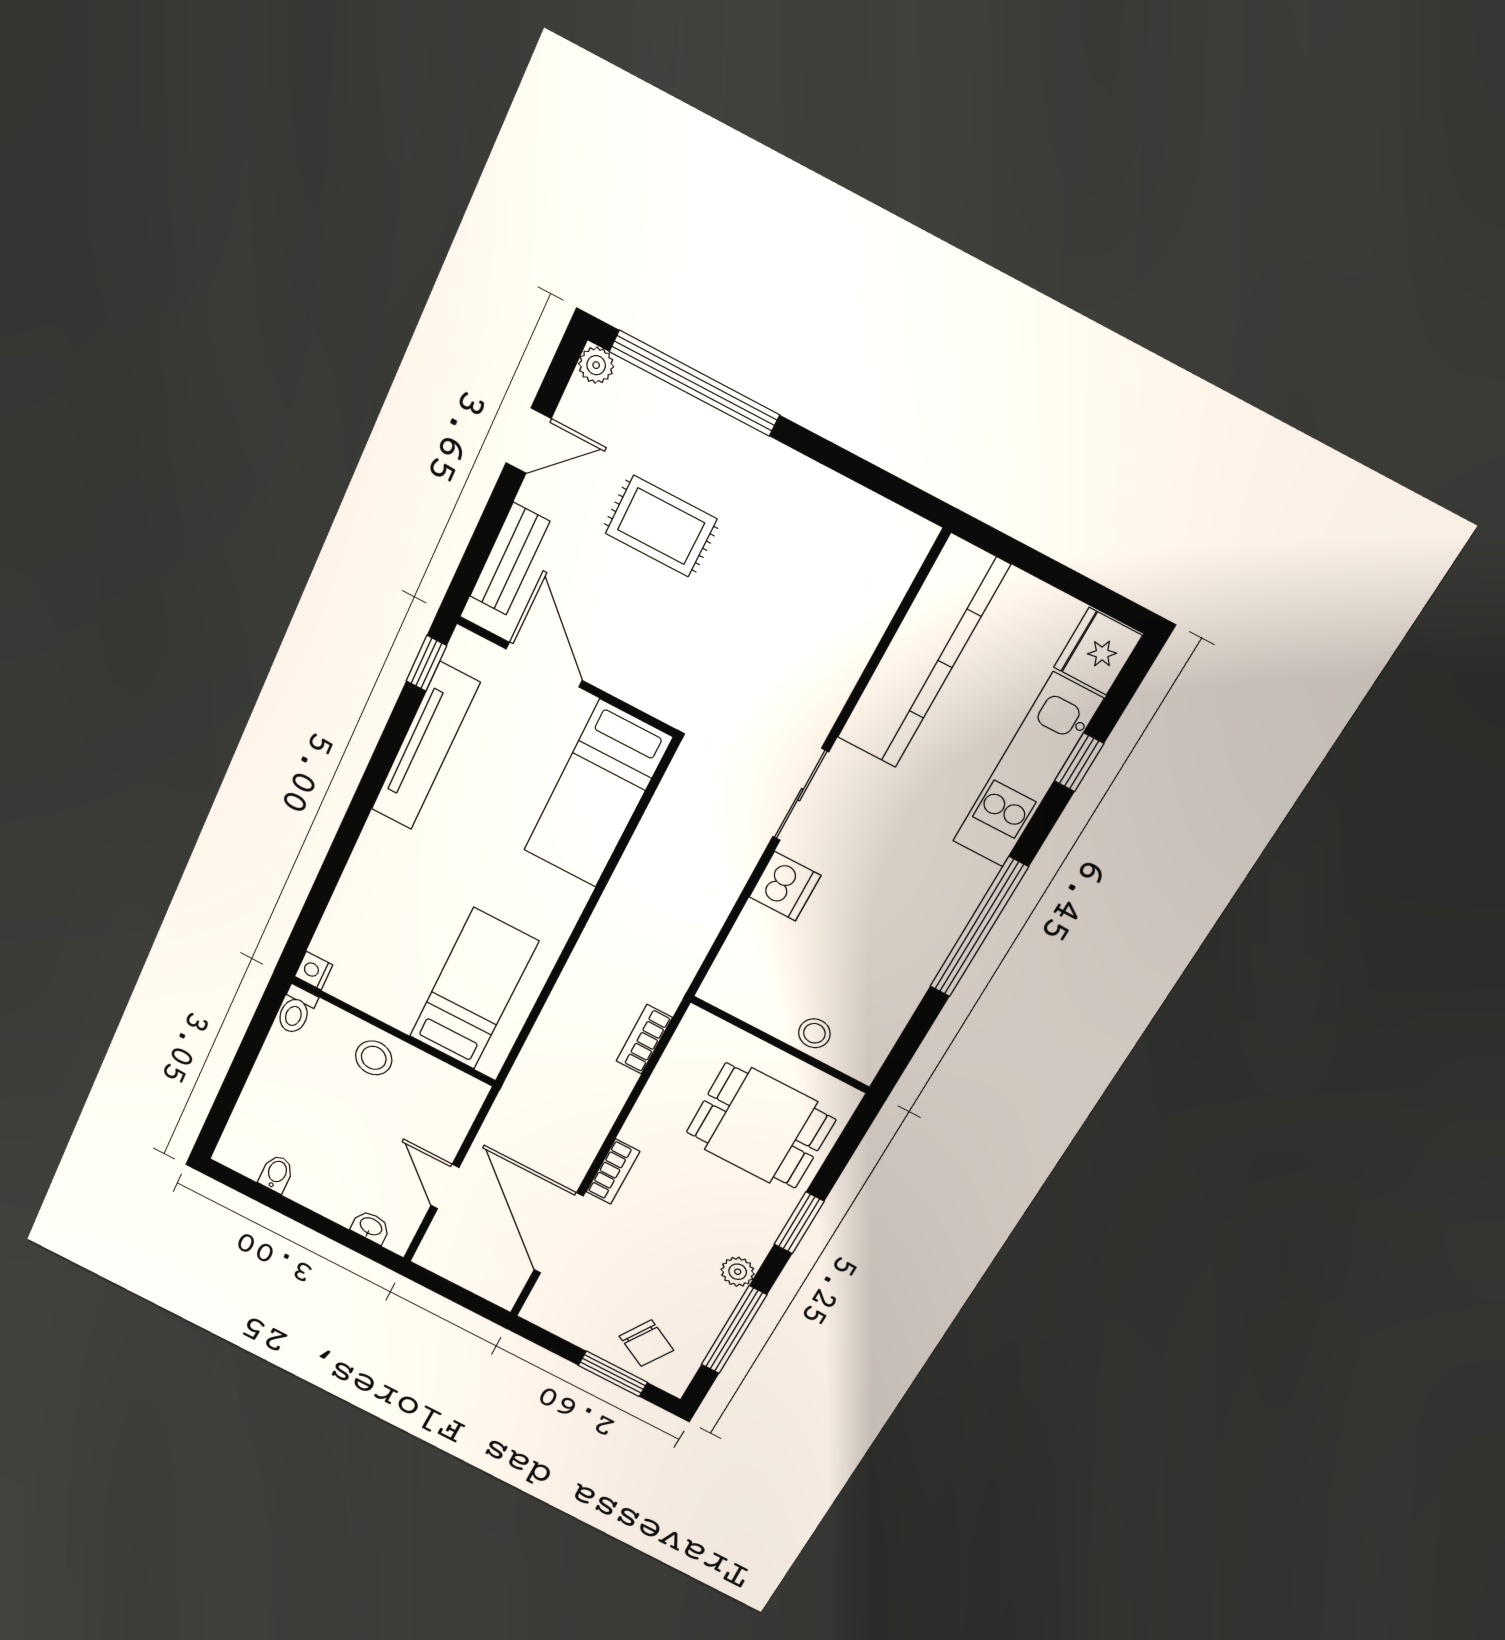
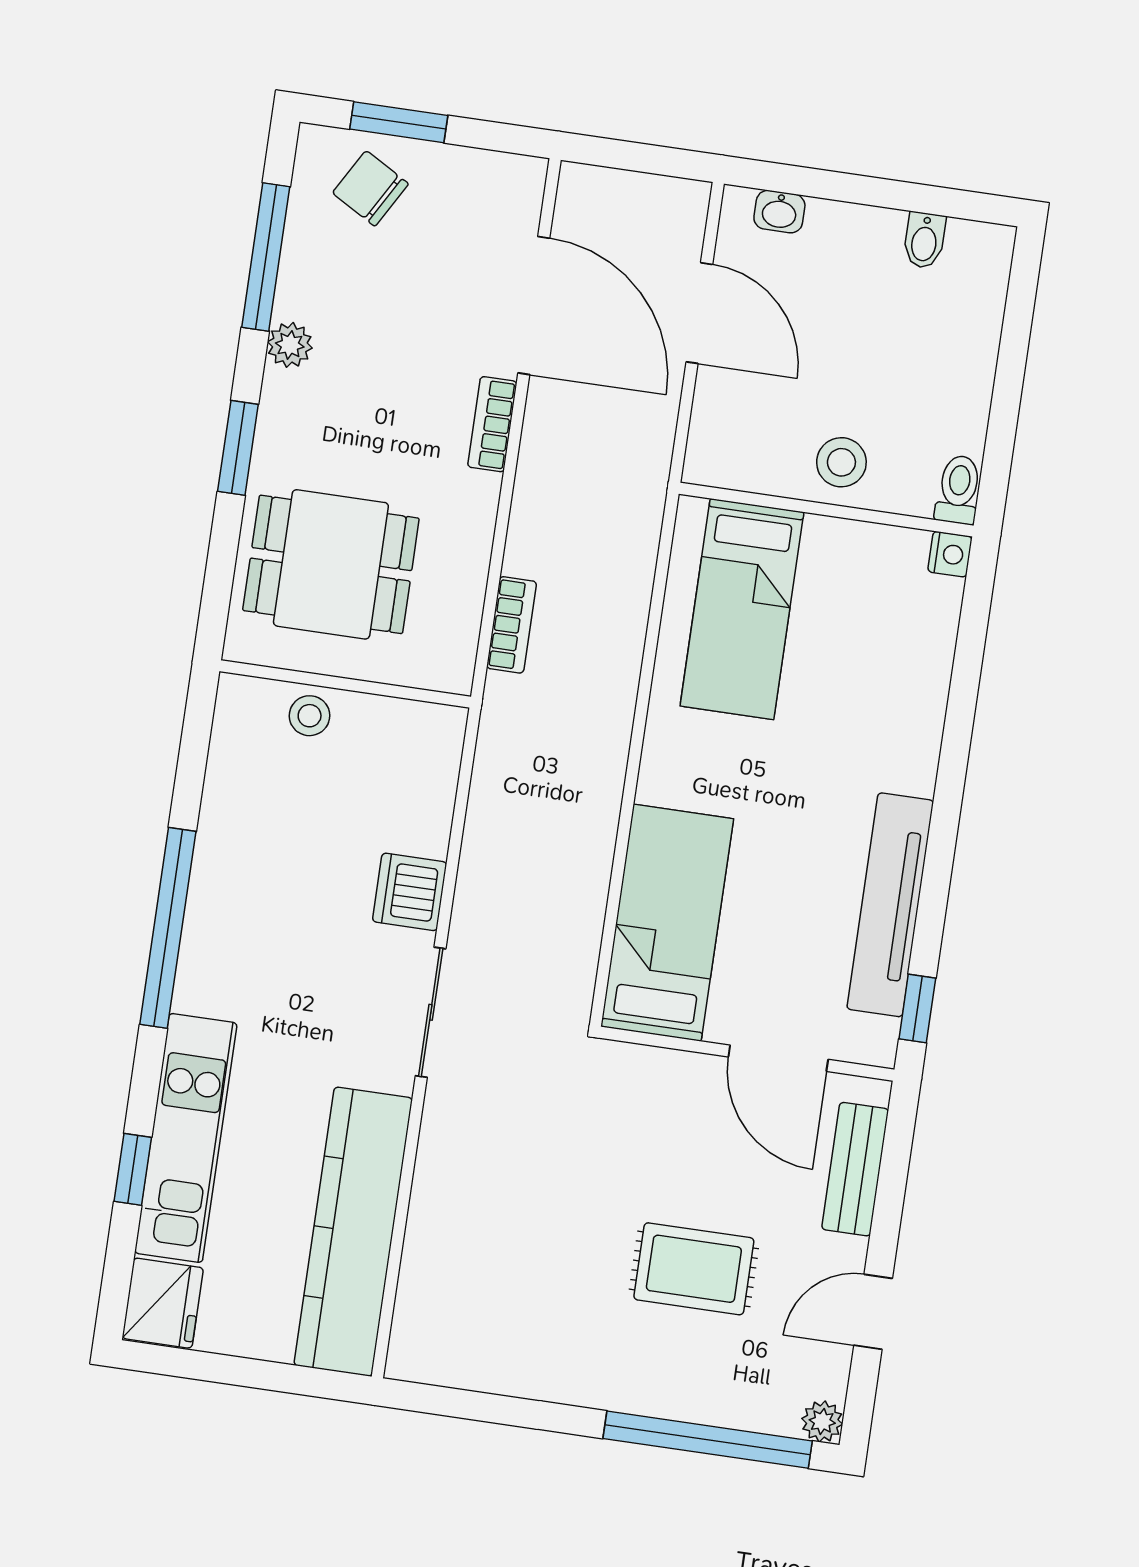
door: (445, 1186) -> (699, 313), width x1.38

